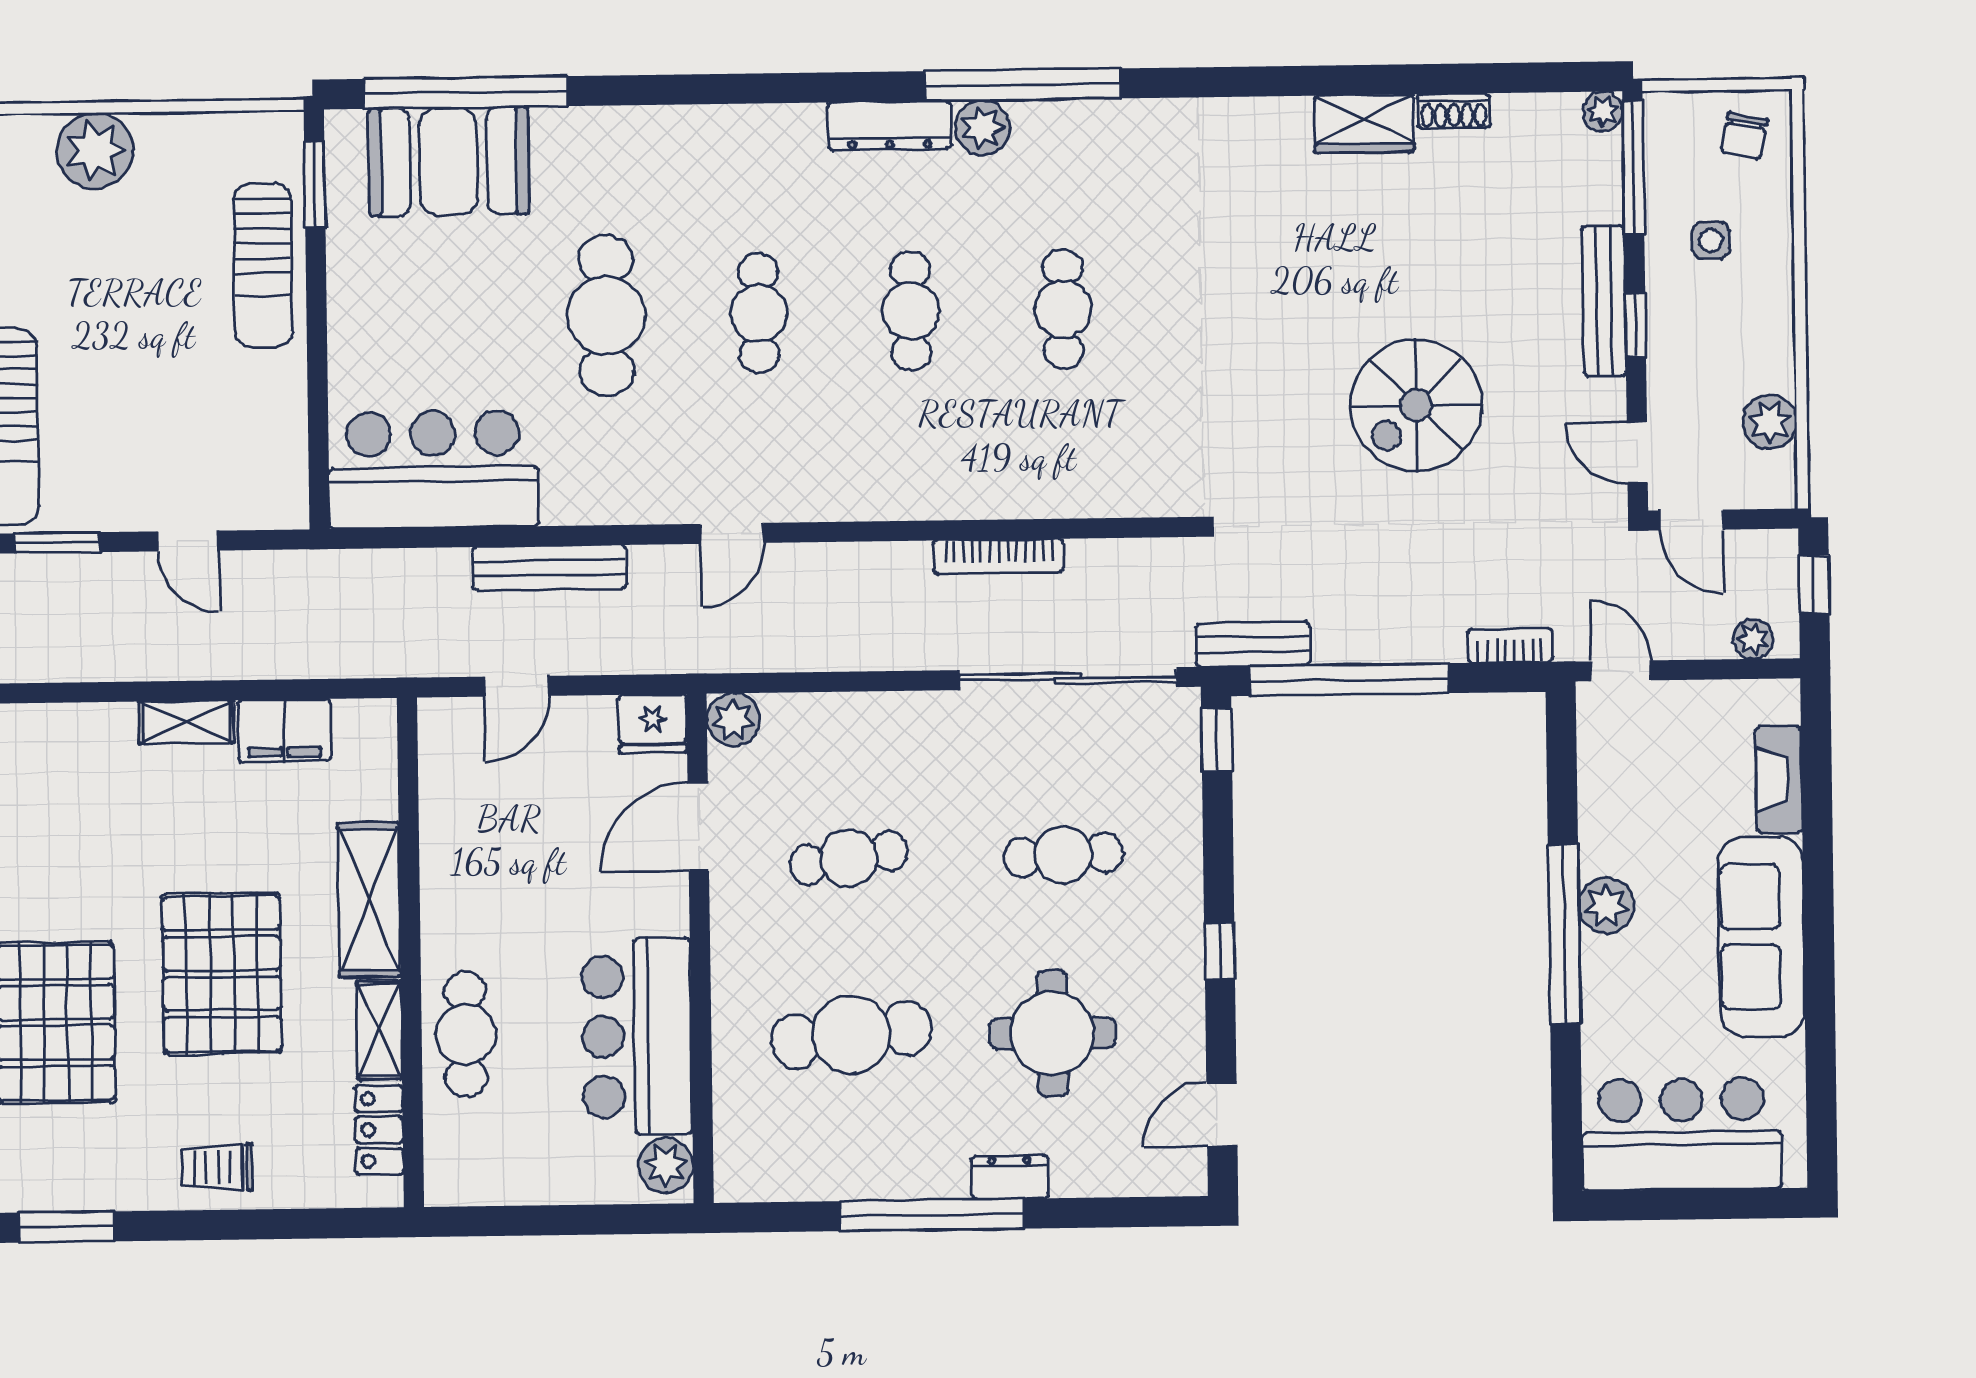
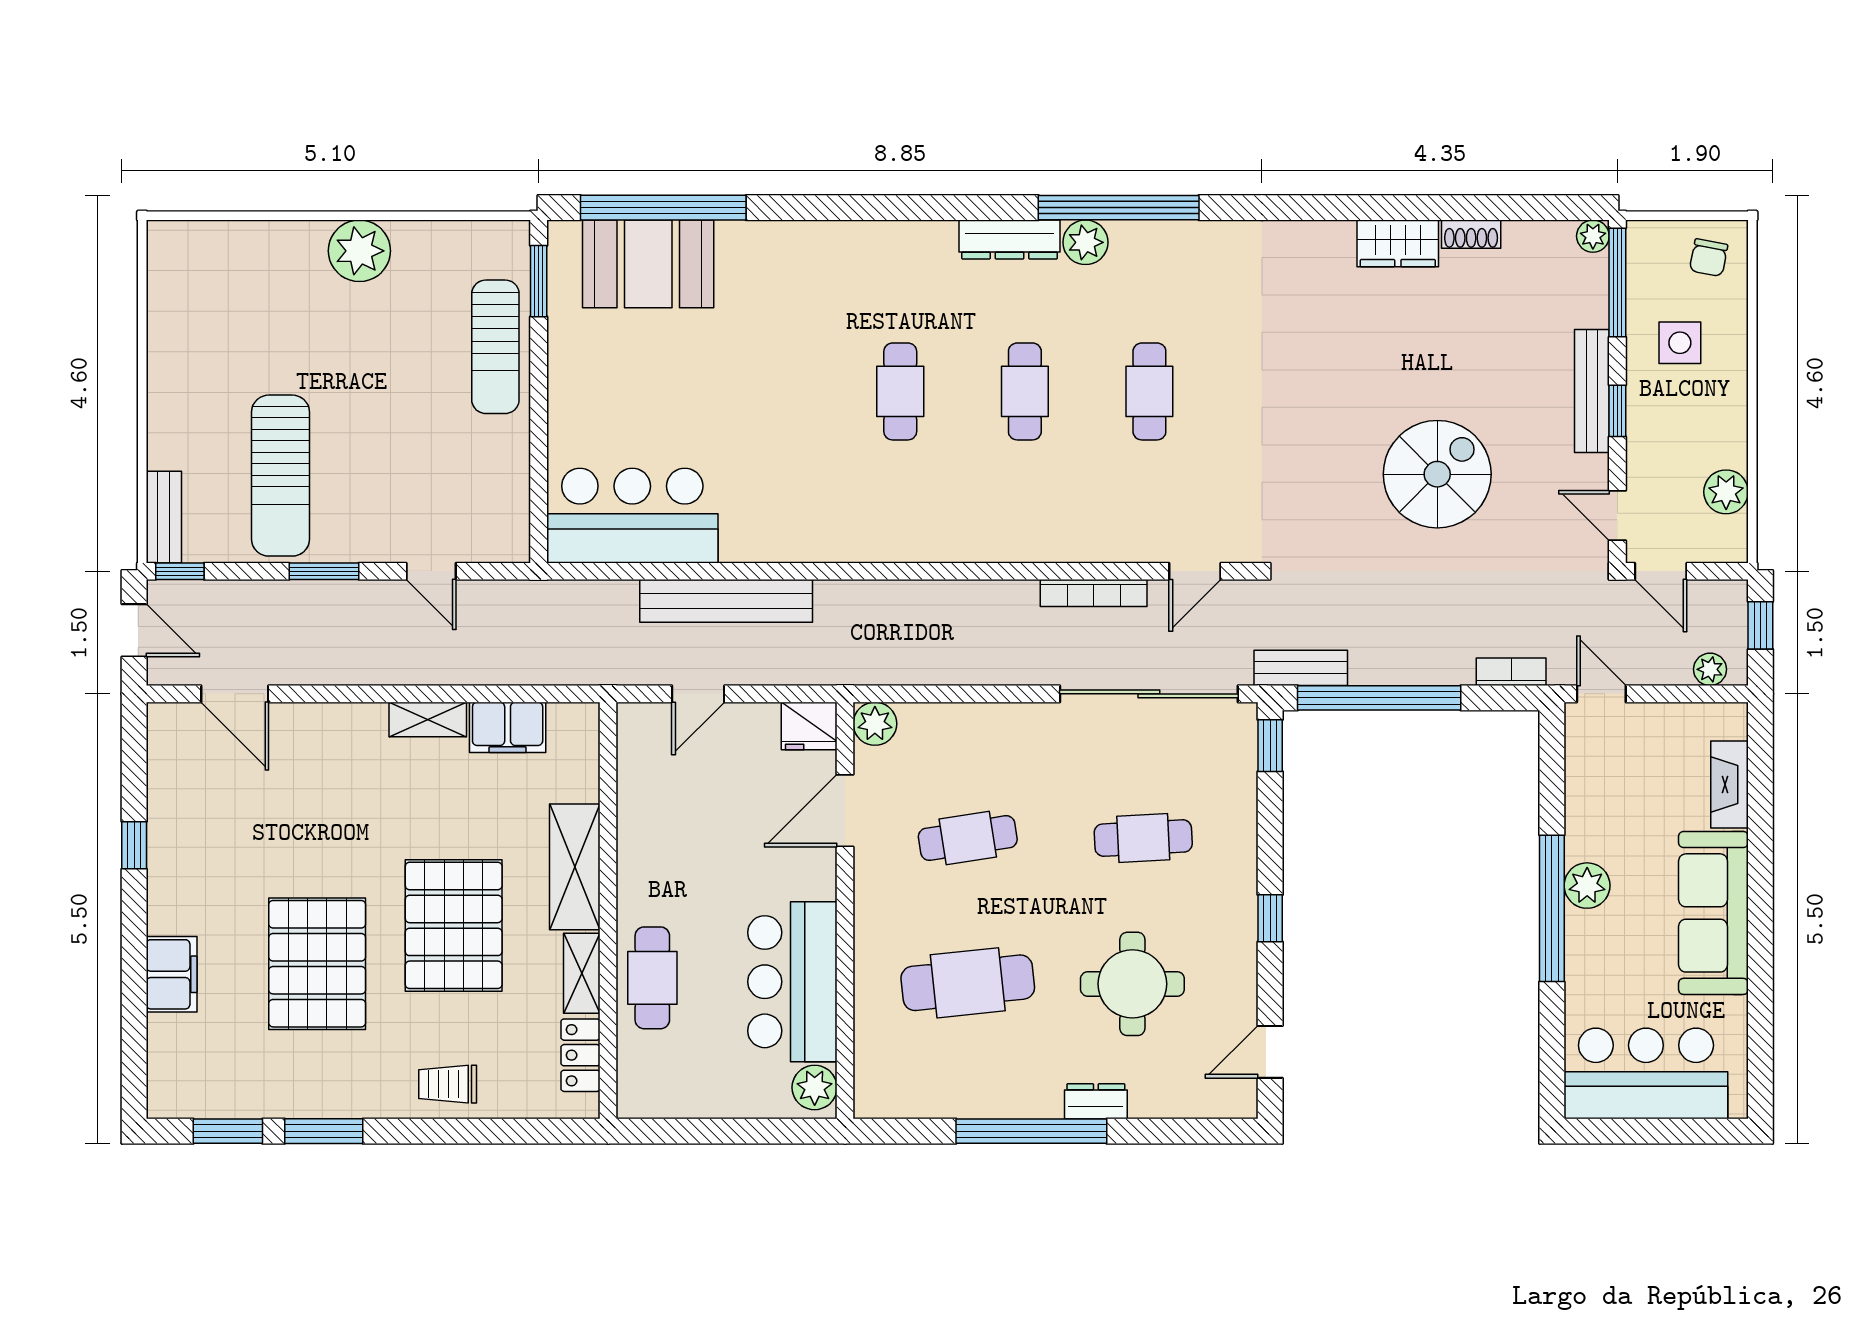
side table: (1711, 240) -> (1680, 343), width x1.37, depth x1.37
cafe table: (606, 315) -> (776, 391), removed
spiral stairs: (1416, 405) -> (1437, 474), turned 180
door: (732, 533) -> (1195, 571), moved
bench: (549, 567) -> (726, 601), width x1.37, depth x1.21

